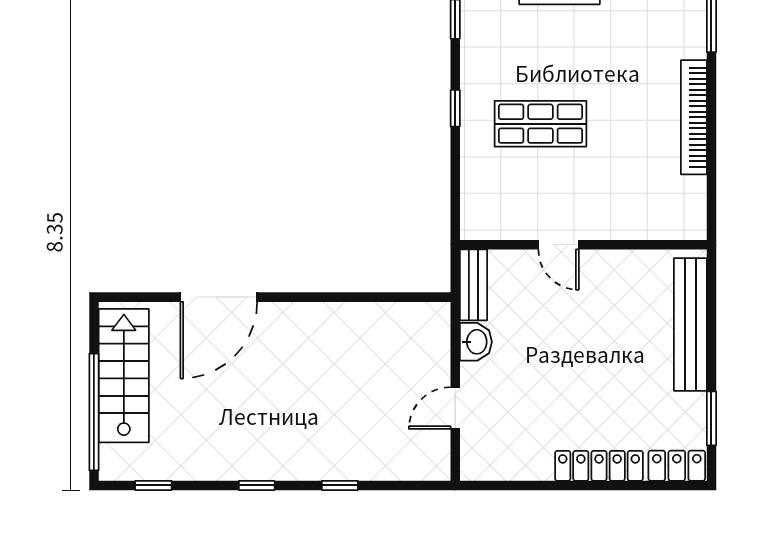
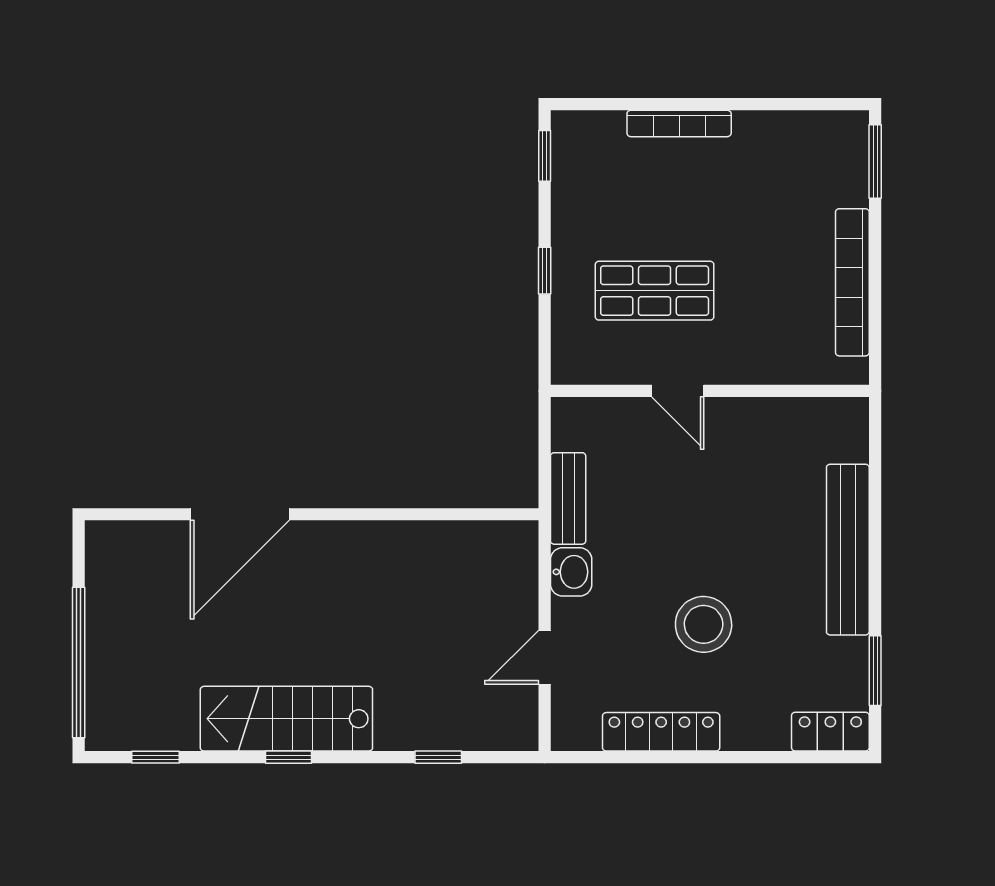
door: (559, 245) -> (678, 391), moved
wall: (583, 245) -> (710, 391), moved
stairs: (124, 376) -> (286, 719), moved, turned -90
stool: (578, 382) -> (704, 624), added
locker: (599, 466) -> (661, 732), moved
window: (340, 485) -> (438, 757), moved

